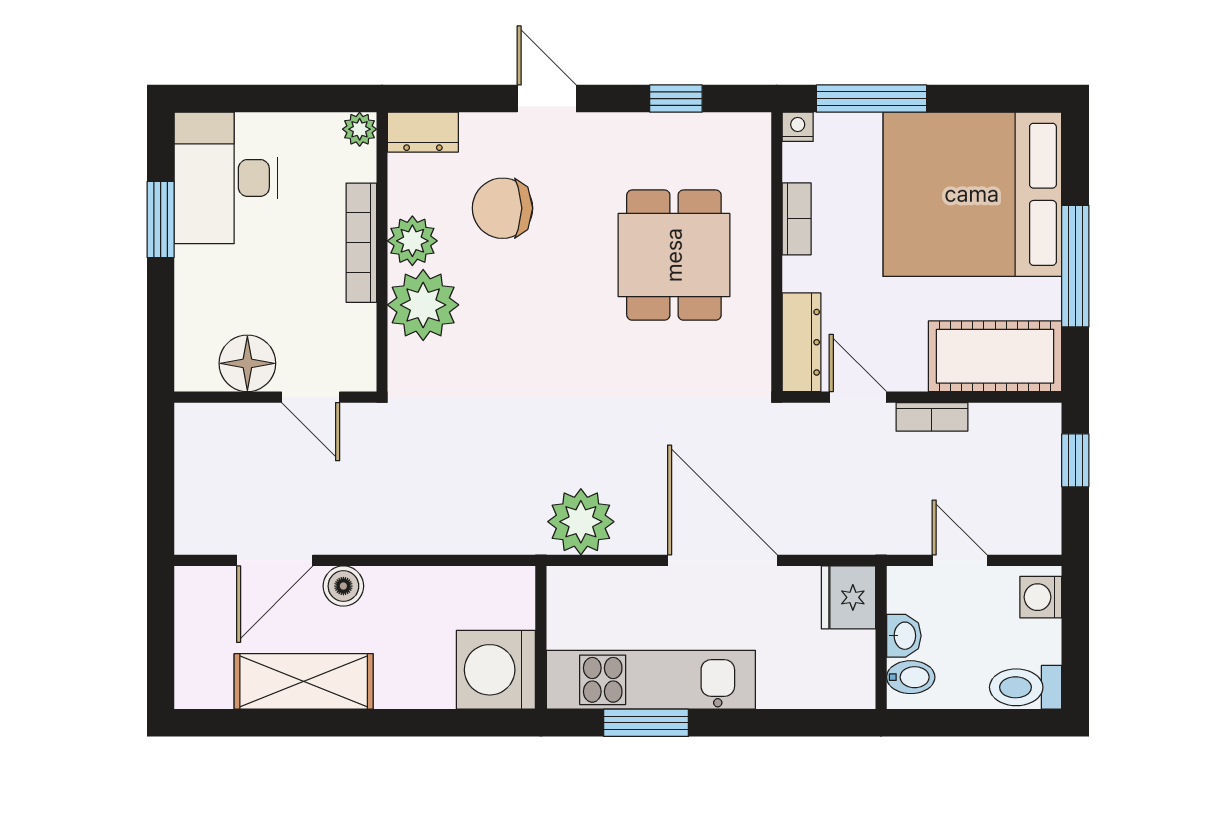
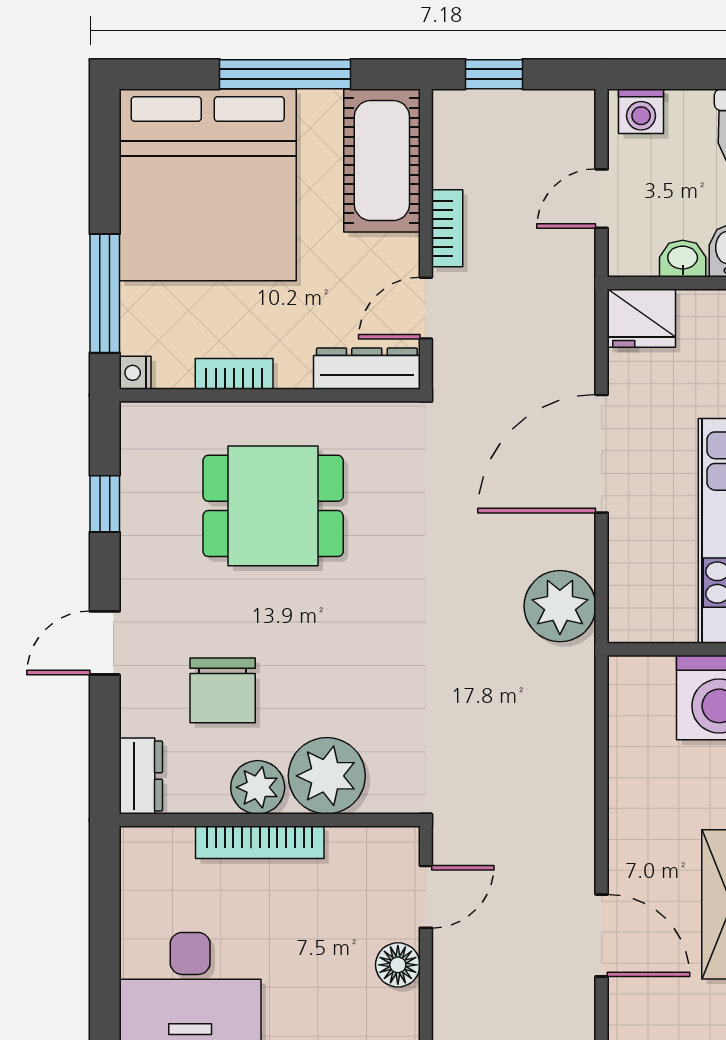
plant: (360, 129) -> (138, 844), removed
floor lamp: (247, 363) -> (398, 965), width x0.73, depth x0.73
boiler: (343, 586) -> (629, 862), removed

